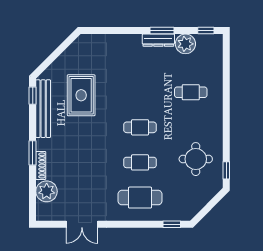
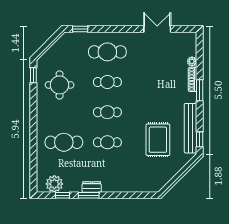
window: (206, 31) -> (62, 195), moved
dresser: (158, 40) -> (92, 187), width x0.70
plant: (185, 44) -> (54, 184), moved
cafe table: (140, 92) -> (107, 142), added
cafe table: (191, 92) -> (64, 142), width x1.37, depth x1.35
plant: (47, 191) -> (192, 61), width x0.53, depth x0.53

